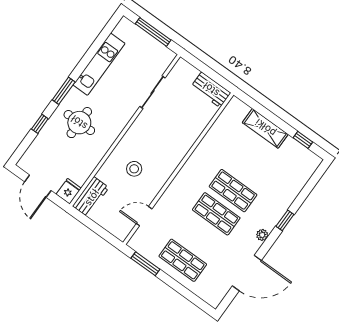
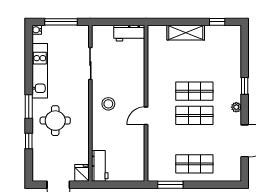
water cooler: (124, 23) -> (37, 30), added
stool: (134, 169) -> (108, 104), moved
door: (144, 216) -> (146, 116), moved

